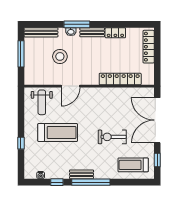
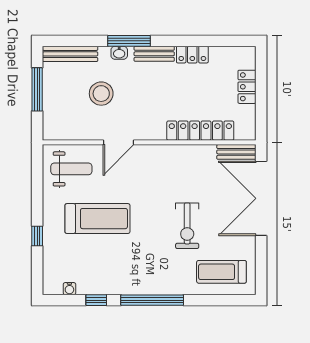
locker: (149, 47) -> (247, 87), width x0.66
weight bench: (42, 102) -> (71, 169), turned -90
exercise bike: (112, 137) -> (187, 226), turned -90
window: (157, 160) -> (261, 264), removed
bench: (82, 174) -> (236, 152), moved

